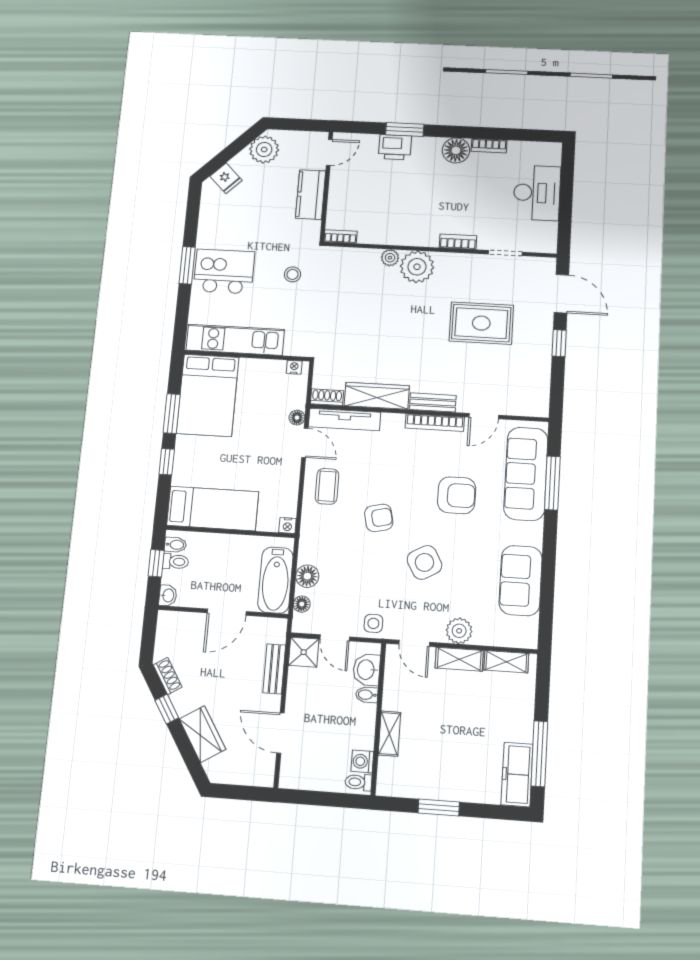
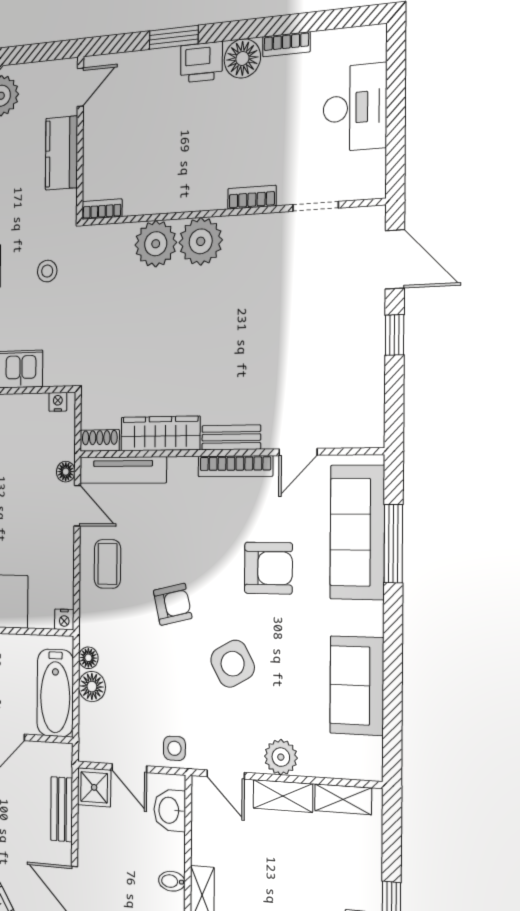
printer: (395, 147) -> (201, 62), moved
plant: (390, 258) -> (156, 244), width x1.88, depth x1.88
rug: (481, 323) -> (288, 315), removed
floor lamp: (302, 604) -> (88, 658), moved
bidet: (367, 695) -> (172, 881), moved

